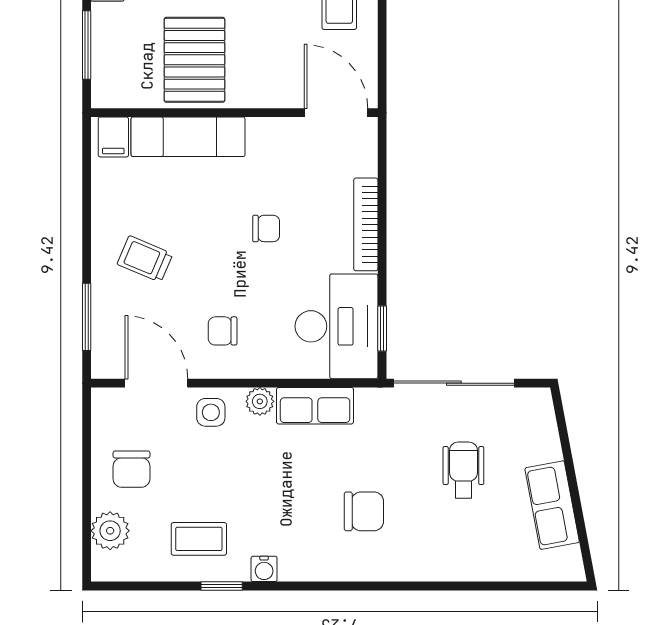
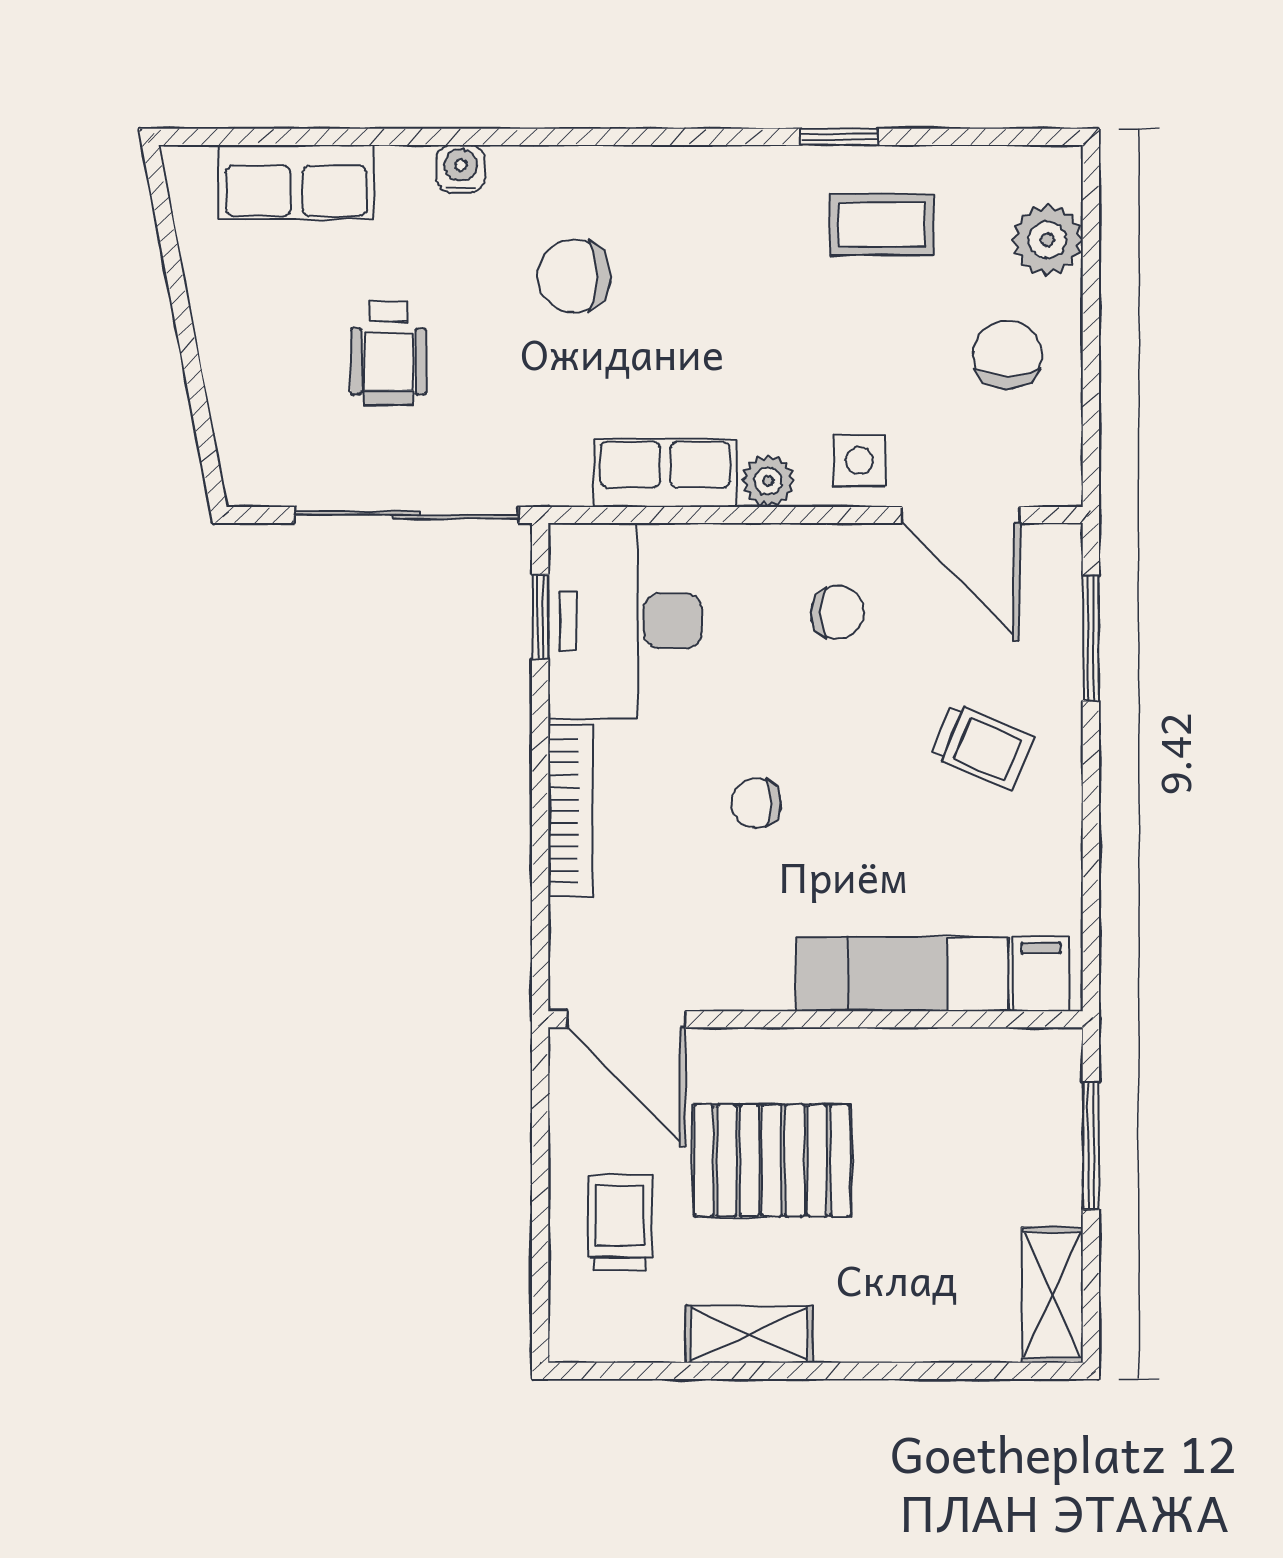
pallet: (194, 60) -> (772, 1160), moved, turned 90
row of seats: (552, 505) -> (296, 182), moved, turned 101
water cooler: (264, 569) -> (461, 169), moved

